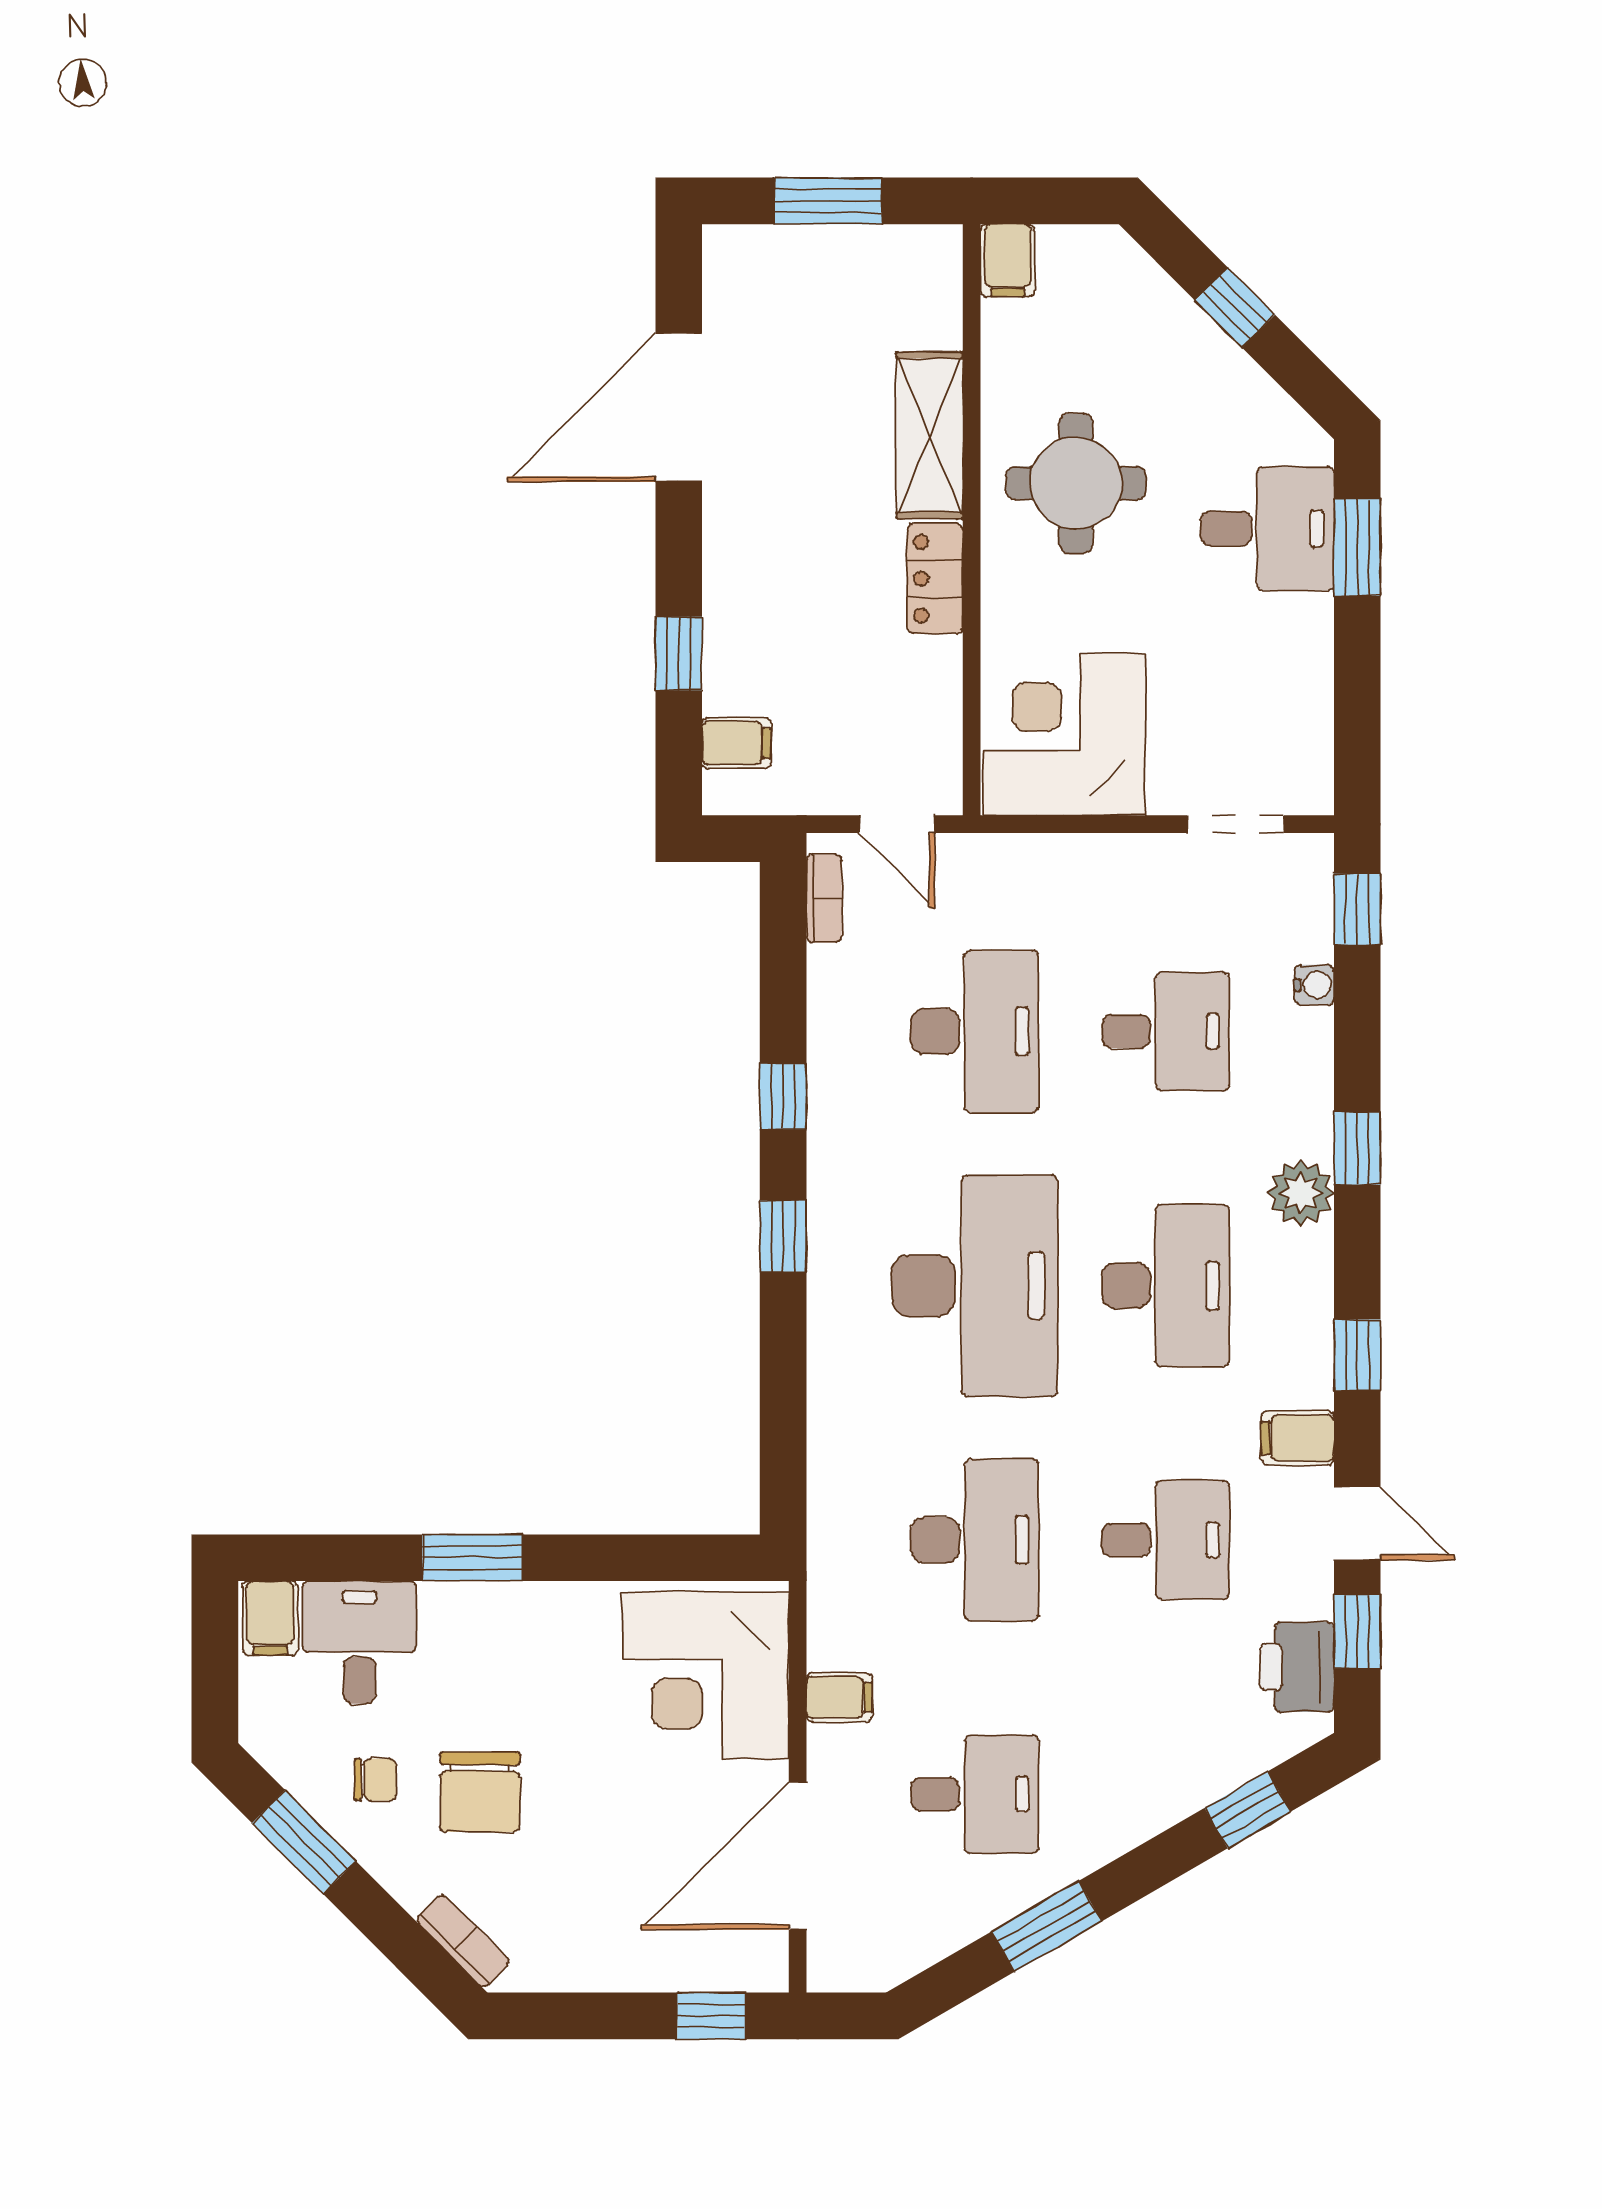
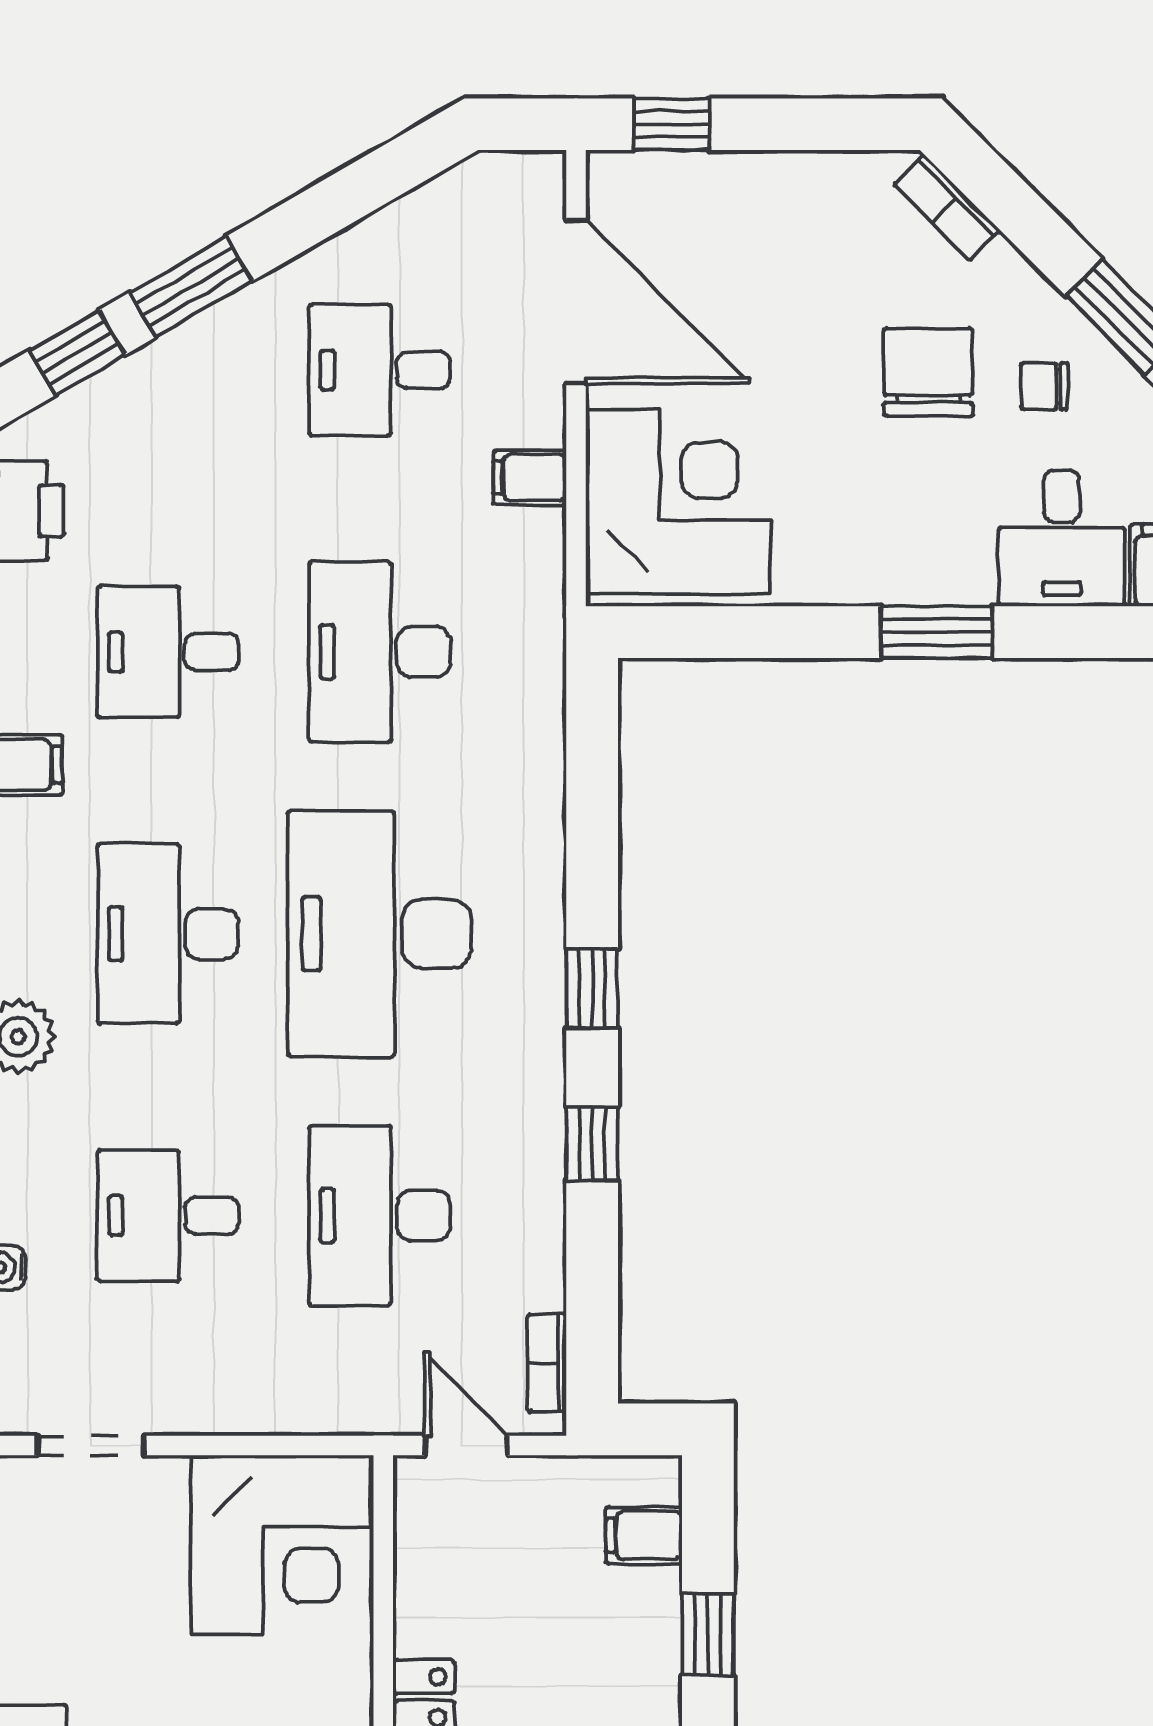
door: (798, 1856) -> (576, 302), hinge flipped
window: (1046, 1926) -> (191, 287), moved

